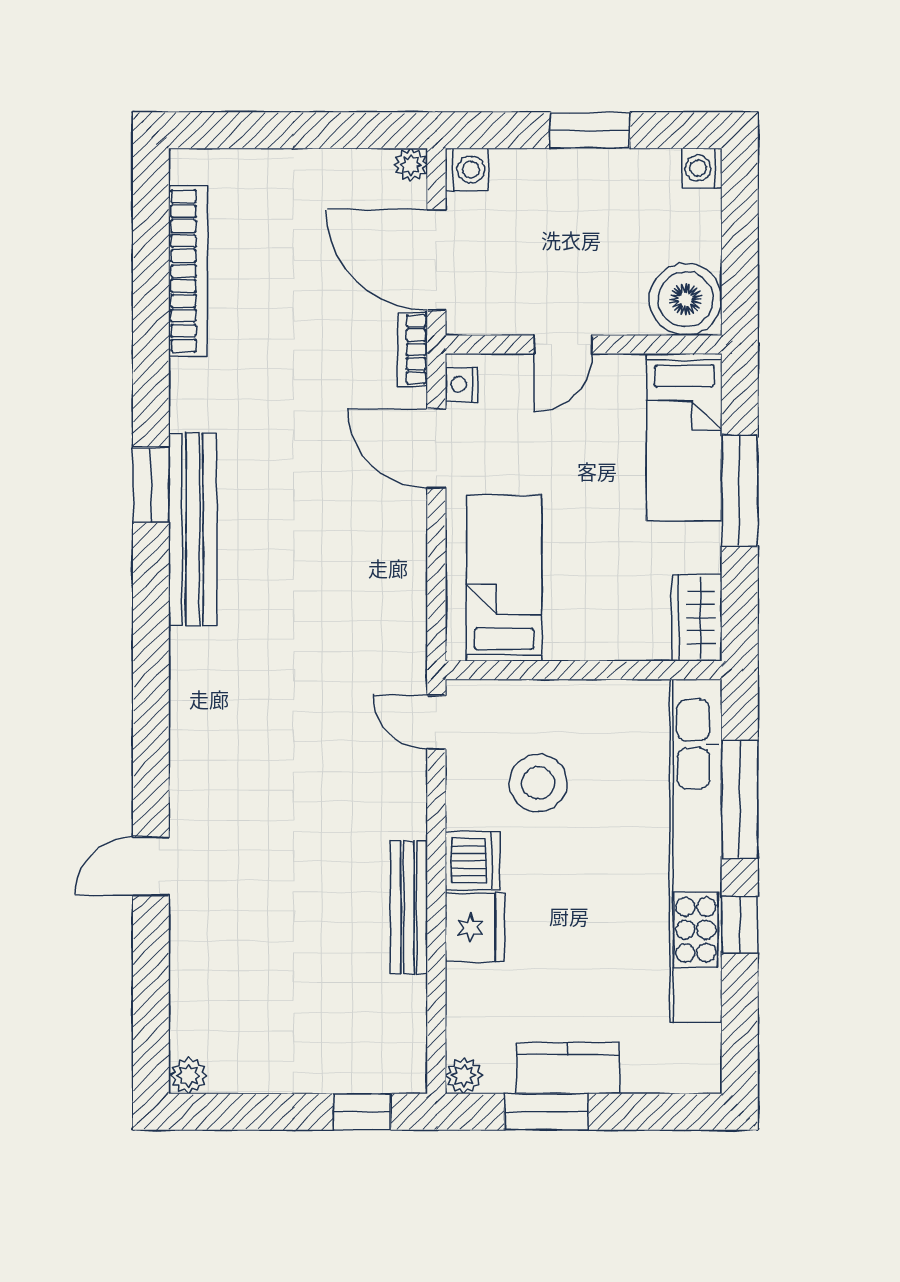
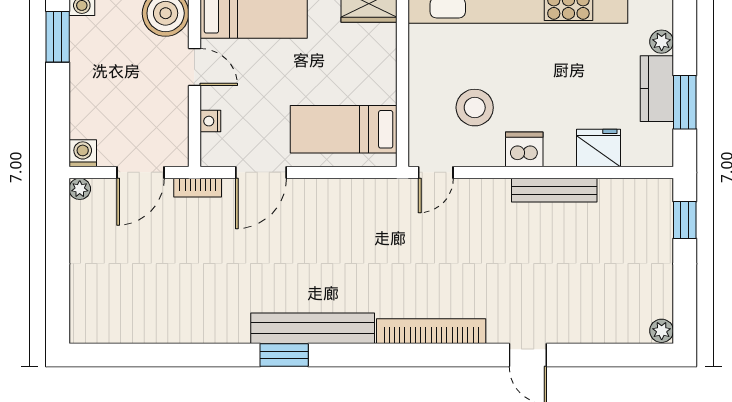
window: (590, 130) -> (58, 37), moved
door: (436, 260) -> (141, 172), width x0.73
bookcase: (188, 271) -> (431, 331), moved
door: (563, 344) -> (194, 67), moved
nightstand: (461, 384) -> (210, 121), moved, turned 90
fridge: (475, 927) -> (599, 148), moved
plant: (464, 1076) -> (662, 42), moved

